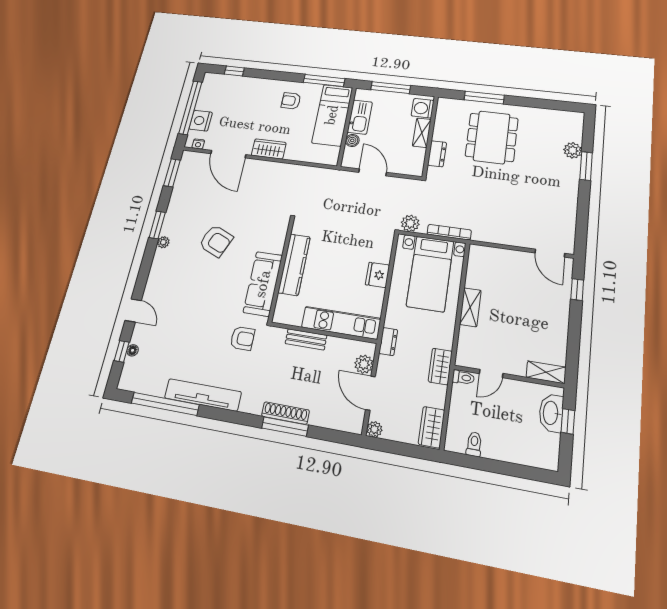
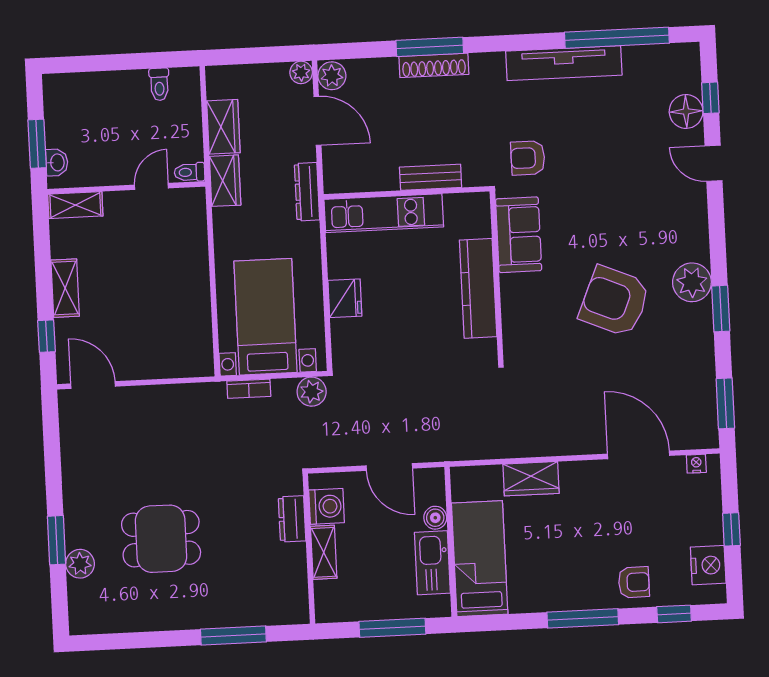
window: (324, 81) -> (583, 618), moved
armchair: (291, 101) -> (634, 582), moved
window: (190, 108) -> (731, 529), width x0.32
washing machine: (423, 108) -> (327, 506), moved
nightstand: (201, 121) -> (708, 565), moved
dining table: (492, 137) -> (161, 539), moved, width x0.73
wardrobe: (269, 149) -> (531, 479), moved
bookcase: (449, 232) -> (249, 389), width x0.64
armchair: (216, 241) -> (615, 301), width x1.36, depth x1.36
plant: (163, 242) -> (692, 282), width x1.88, depth x1.88
sofa: (263, 284) -> (519, 235), width x0.73
shelving: (470, 307) -> (65, 288), moved
dresser: (388, 341) -> (307, 192), width x1.44
floor lamp: (133, 350) -> (686, 111), width x1.89, depth x1.89
plant: (364, 364) -> (332, 76), moved
washbasin: (551, 413) -> (57, 162), width x0.52, depth x0.69
window: (568, 421) -> (37, 144), width x1.50
wardrobe: (432, 427) -> (223, 127), moved

